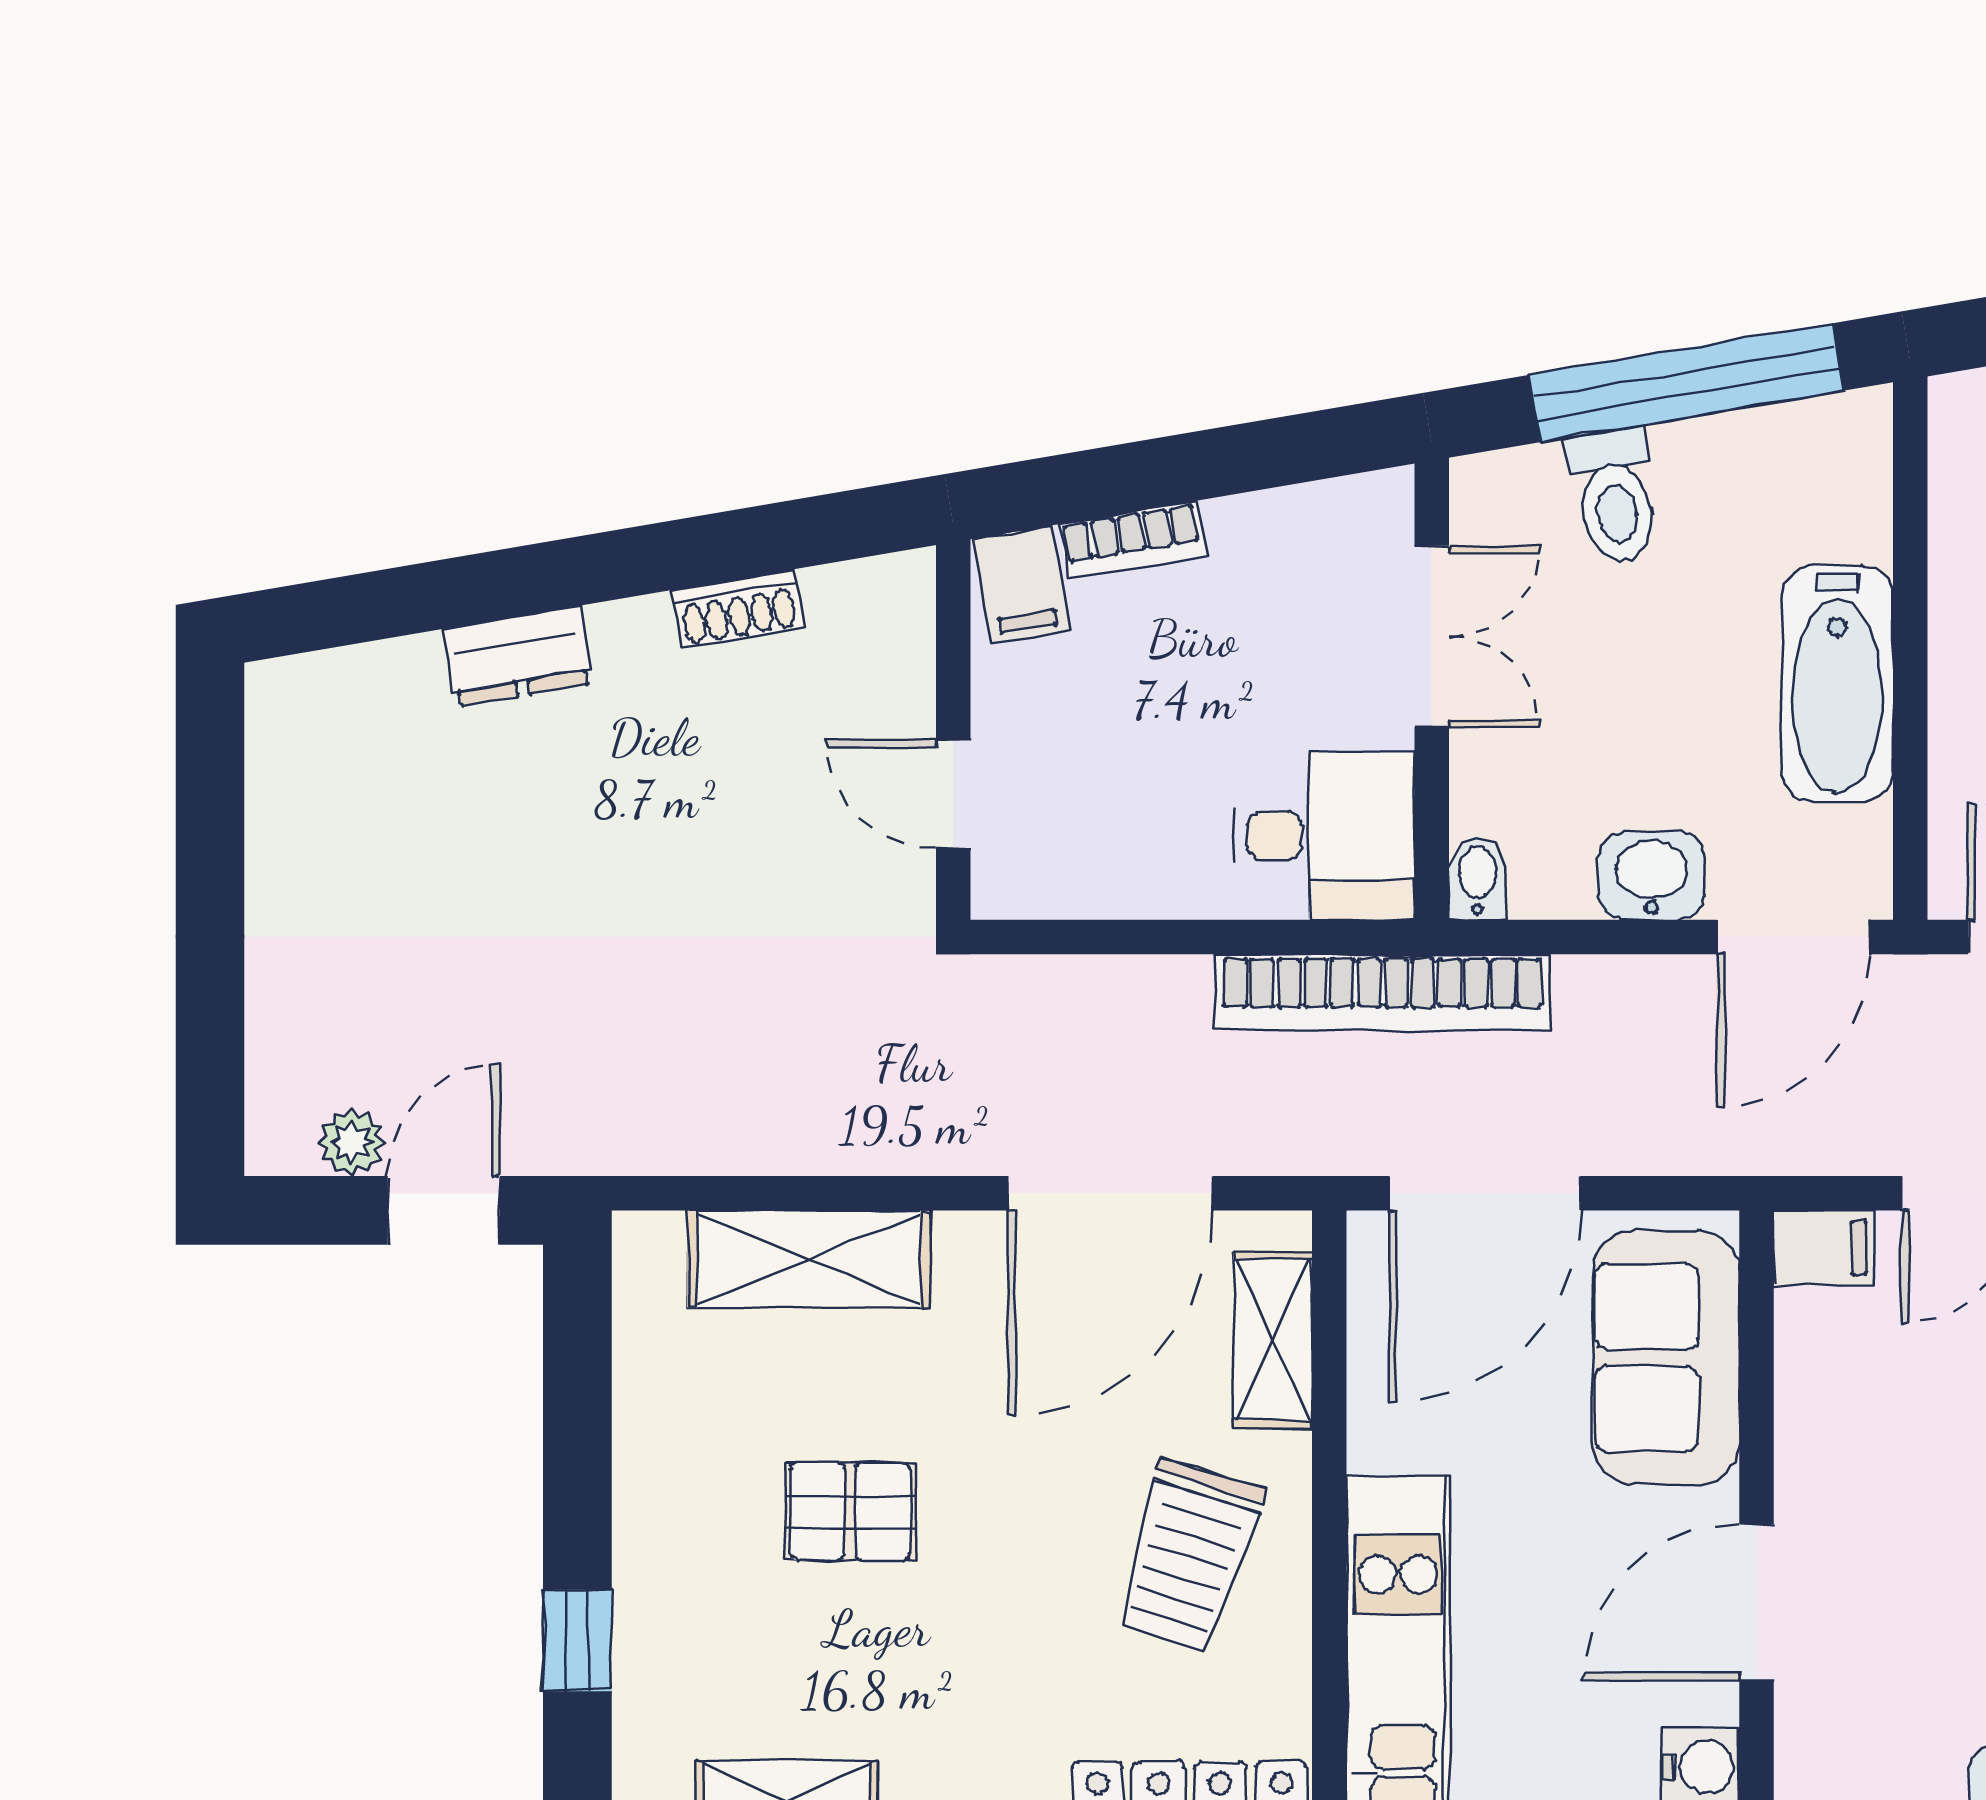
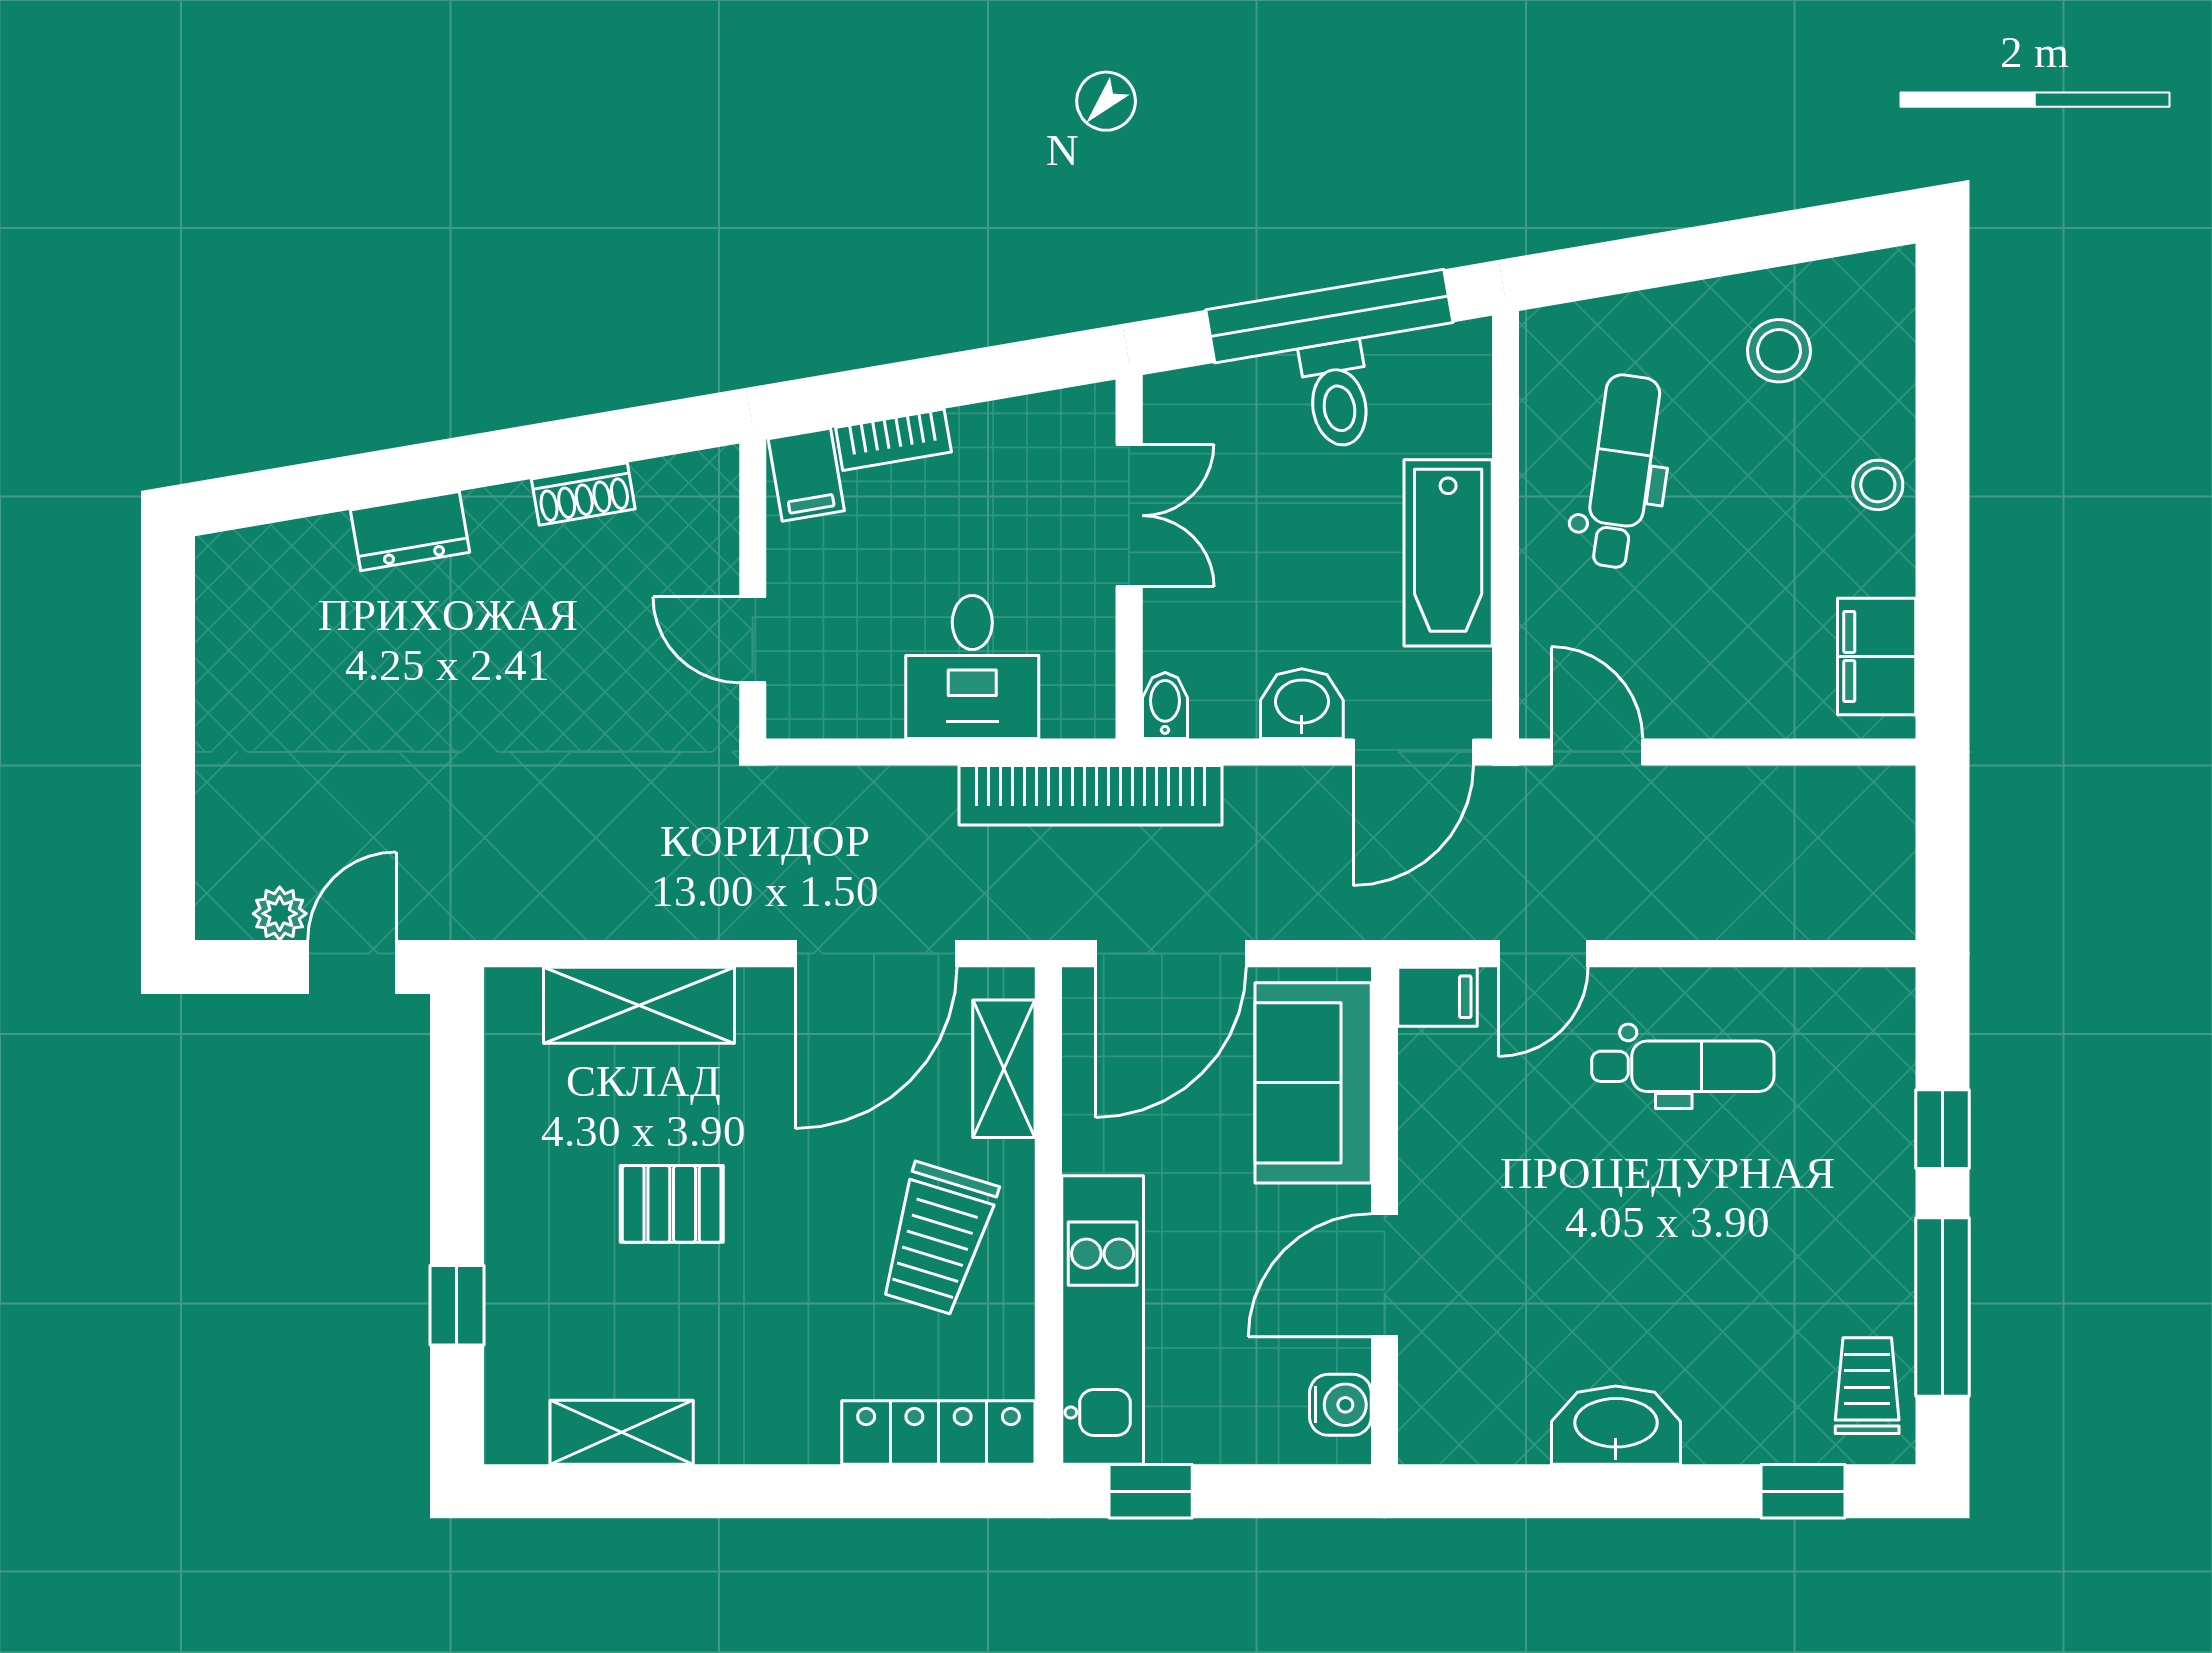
toilet: (1614, 496) -> (1337, 394), moved
desk: (1324, 835) -> (972, 667), moved, turned 90

